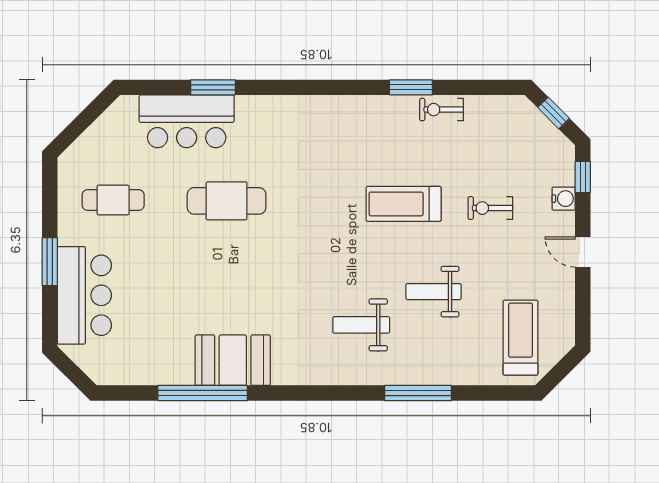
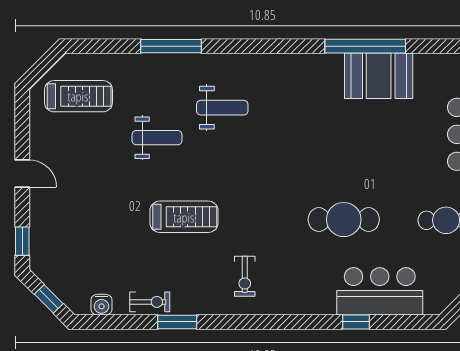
window: (213, 87) -> (356, 322), width x0.67
water cooler: (564, 199) -> (102, 305), moved, turned -90
exercise bike: (490, 208) -> (245, 276), moved, turned 90
treadmill: (520, 338) -> (78, 96), turned -90
booth: (233, 360) -> (379, 76), moved

